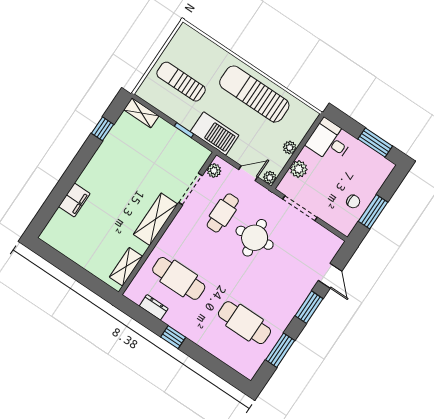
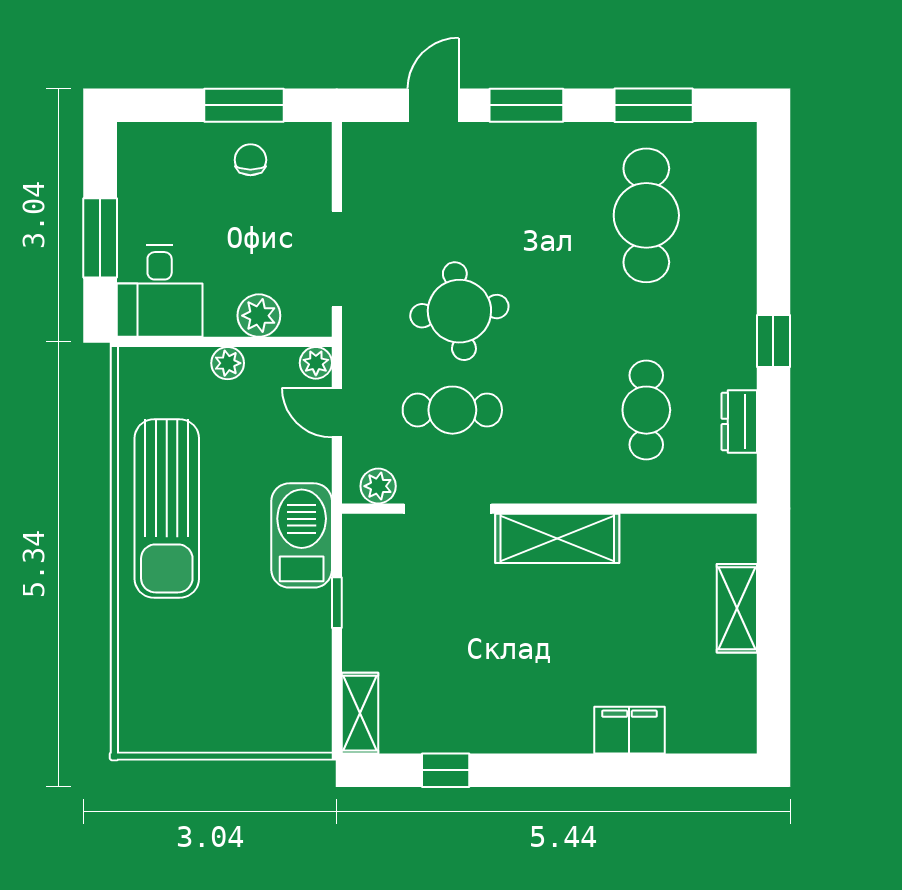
sun lounger: (181, 82) -> (242, 675), removed
window: (375, 142) -> (100, 238), moved
shelving: (126, 267) -> (737, 608), moved, turned 90
cafe table: (179, 278) -> (646, 410), width x0.73, depth x0.74

